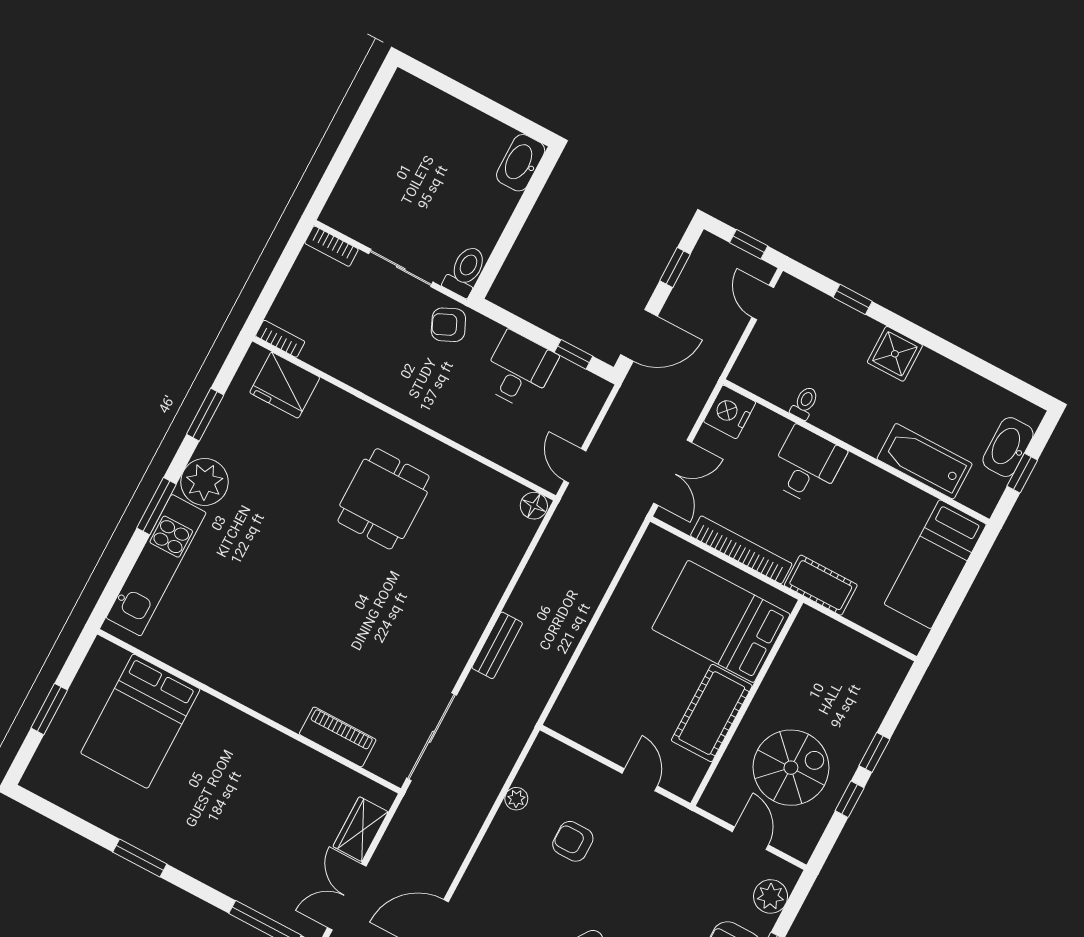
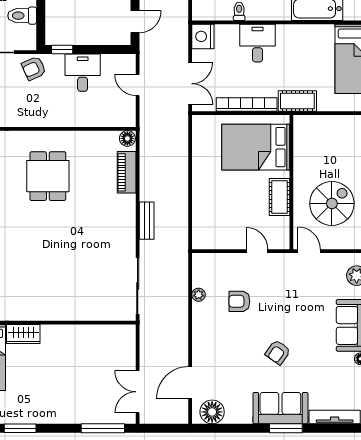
toilet: (465, 271) -> (22, 16), moved, turned -90
door: (639, 335) -> (135, 22), width x0.73
window: (573, 354) -> (62, 49), moved
door: (575, 466) -> (138, 85), moved
cot: (712, 713) -> (280, 197), width x0.73, depth x0.75
piano: (338, 737) -> (127, 172), moved, turned -90
wardrobe: (361, 829) -> (23, 334), moved, turned -90
door: (750, 838) -> (309, 251), moved

